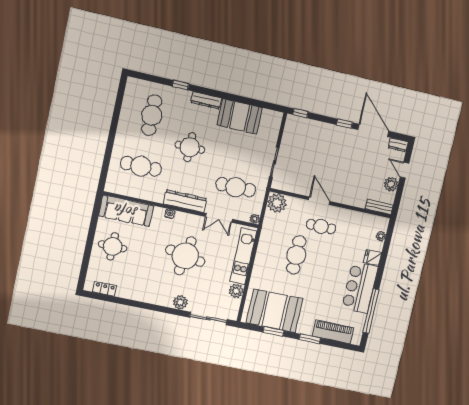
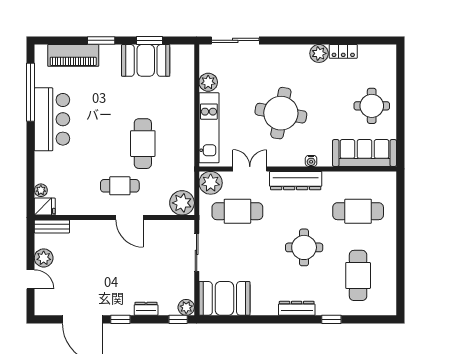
booth: (240, 116) -> (224, 298), moved
plant: (292, 121) -> (186, 307), added
dresser: (398, 145) -> (146, 309), moved
plant: (255, 219) -> (211, 183), width x1.88, depth x1.88
fridge: (373, 258) -> (45, 207), moved
locker: (105, 289) -> (343, 51), moved
plant: (180, 302) -> (319, 53), moved
booth: (274, 311) -> (146, 60), width x0.73, depth x0.70

